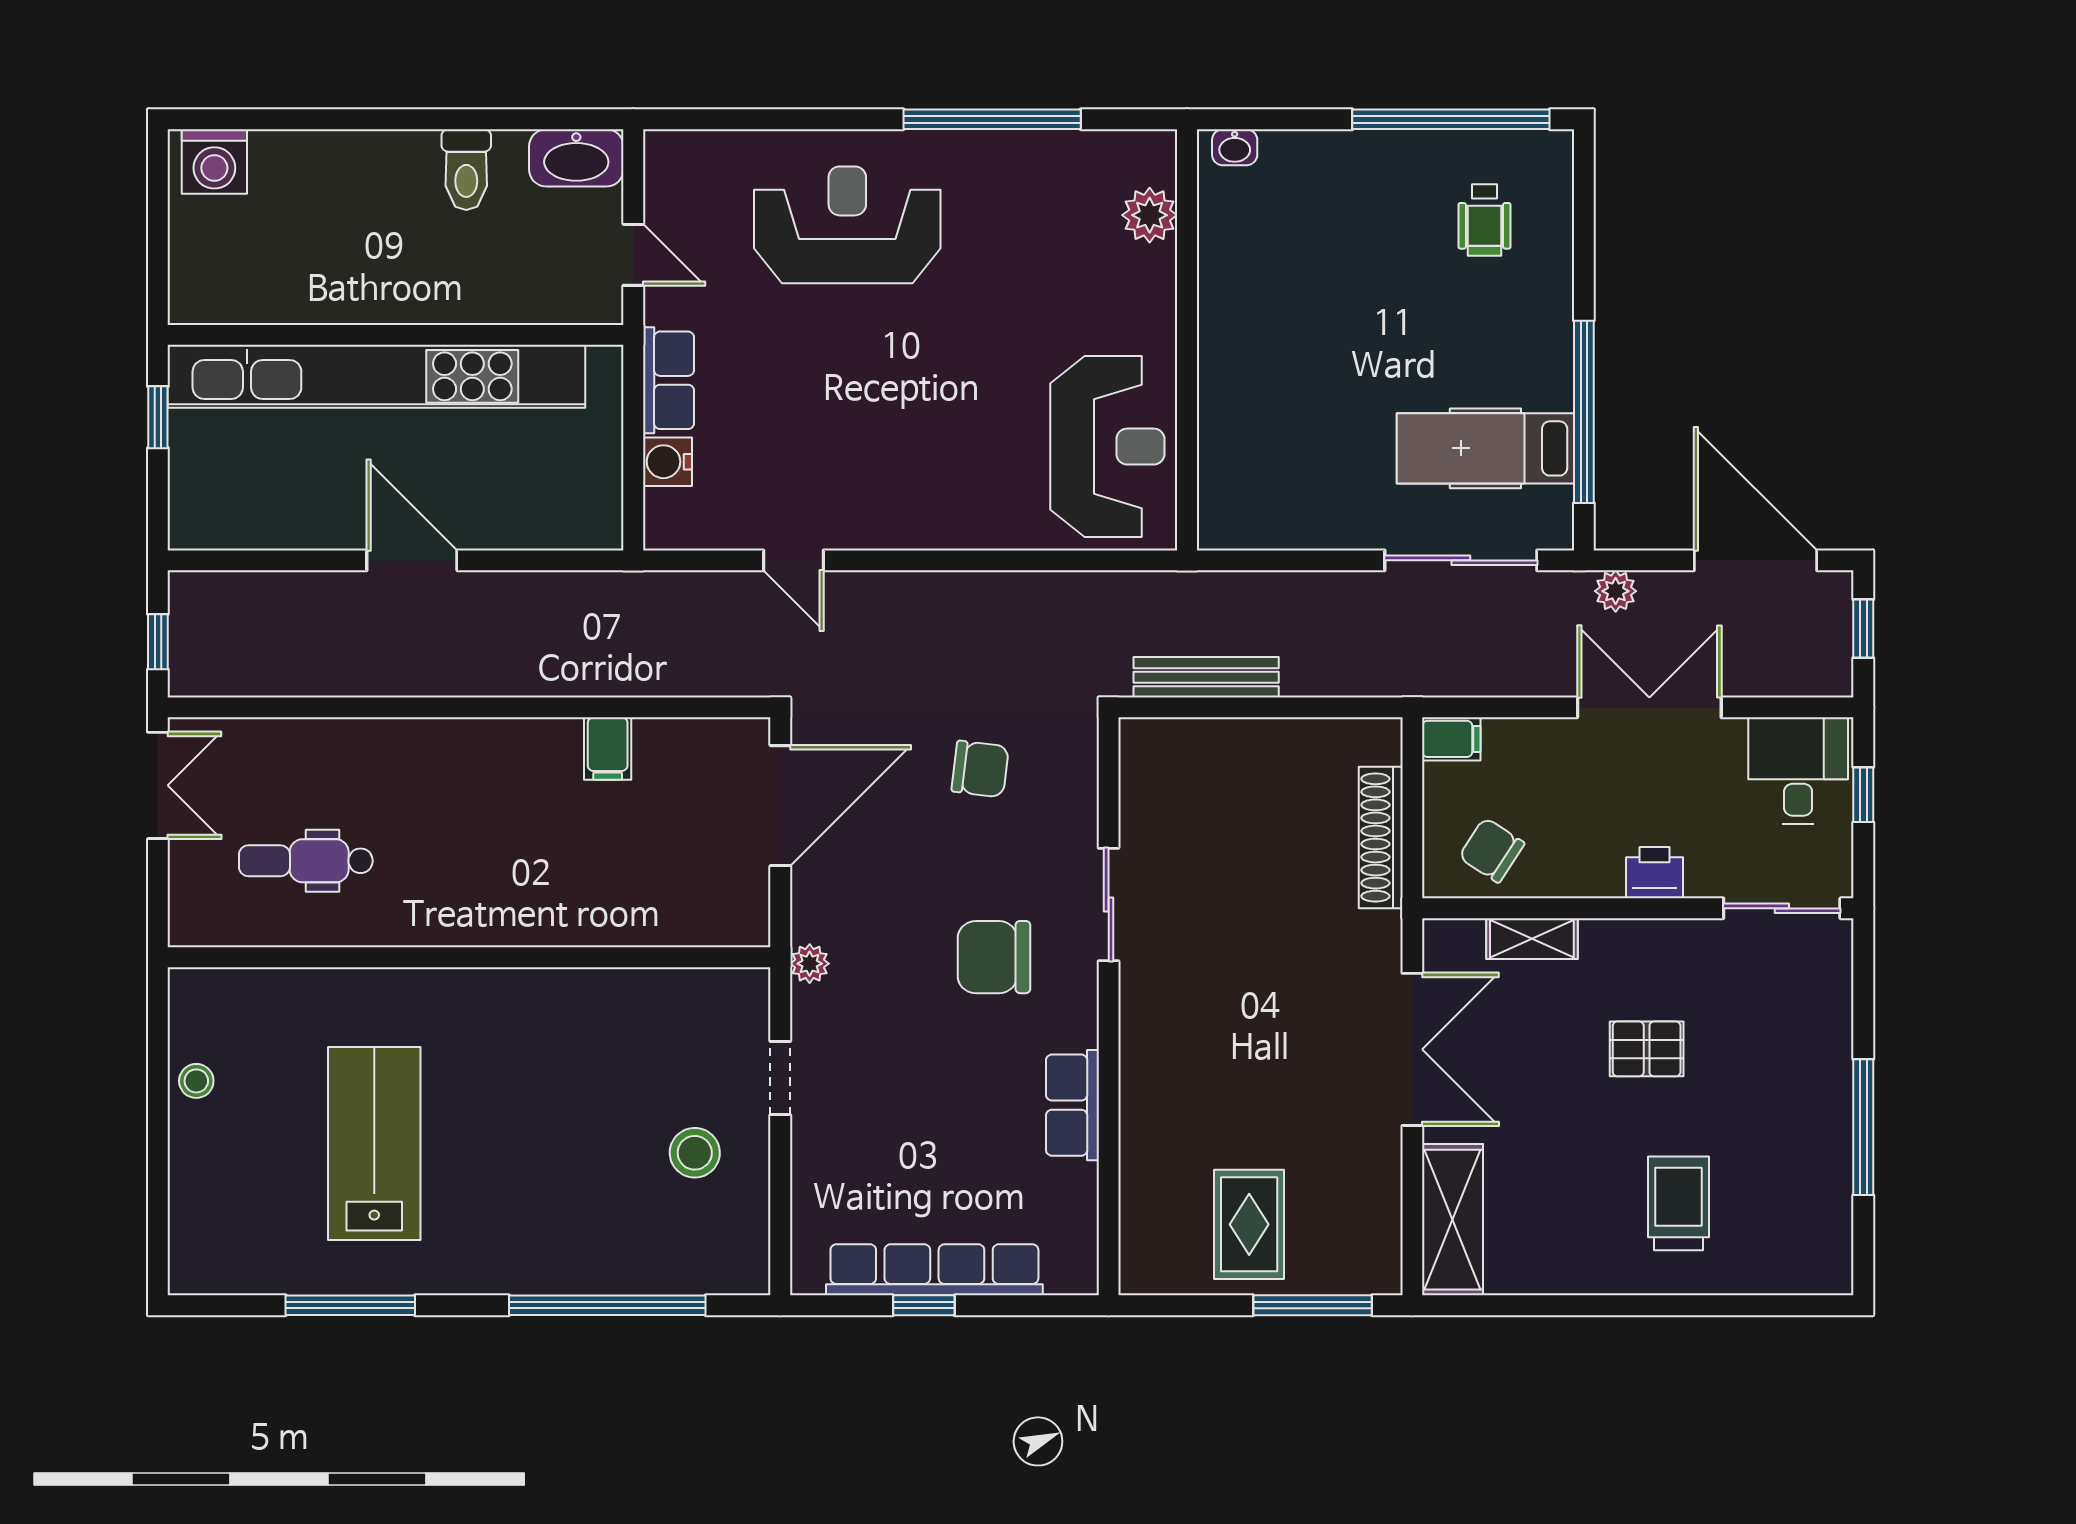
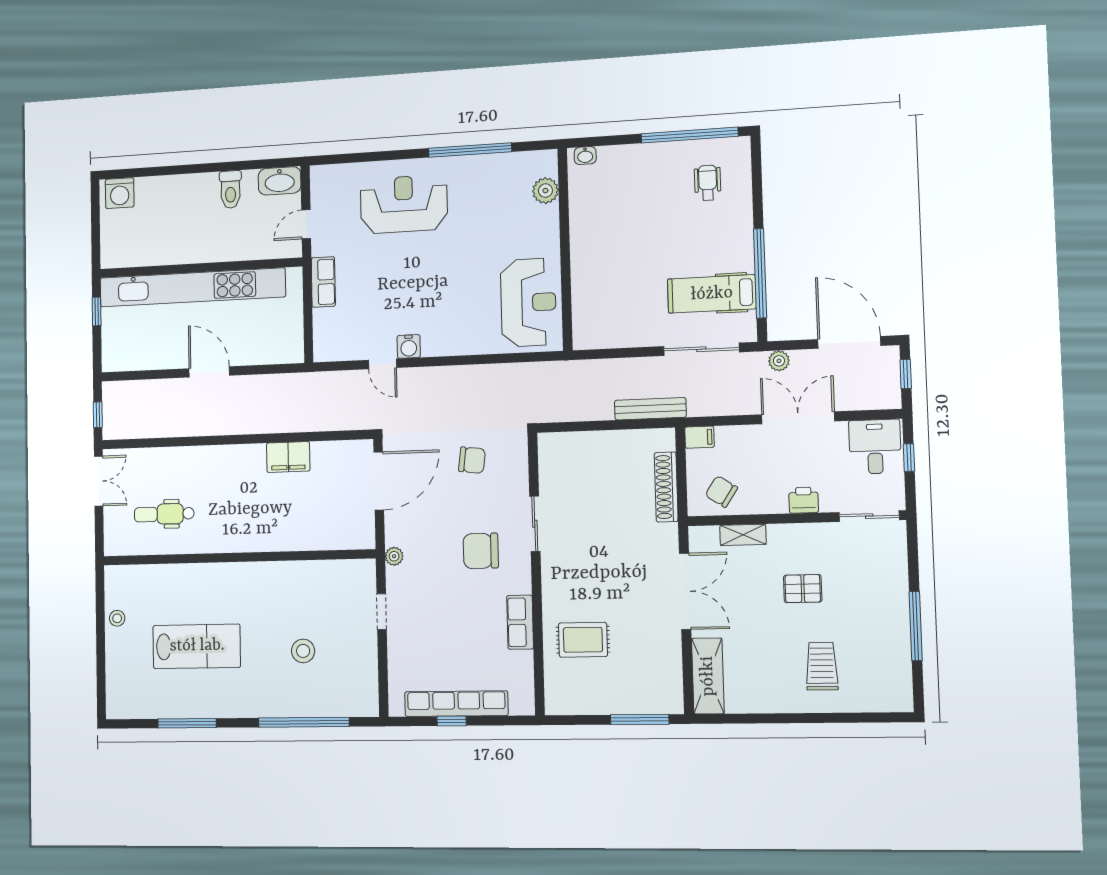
wheelchair: (1484, 220) -> (708, 183), turned 180
door: (633, 255) -> (306, 224), swing flipped
water cooler: (667, 462) -> (409, 346), moved, turned -90
bench: (1206, 677) -> (650, 409), moved
filing cabinet: (608, 749) -> (288, 457), width x2.00
lab bench: (374, 1143) -> (197, 646), turned 90
stool: (695, 1153) -> (303, 651), moved
rug: (1249, 1224) -> (583, 640), moved, turned 90

